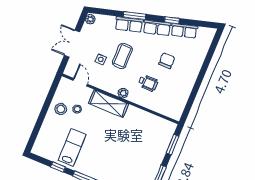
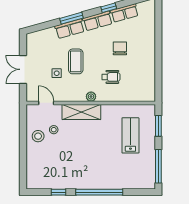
plant: (90, 19) -> (31, 39), removed
lab bench: (72, 147) -> (130, 135), moved

